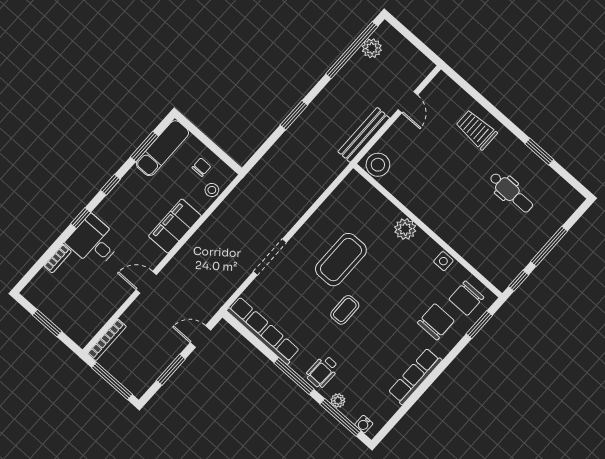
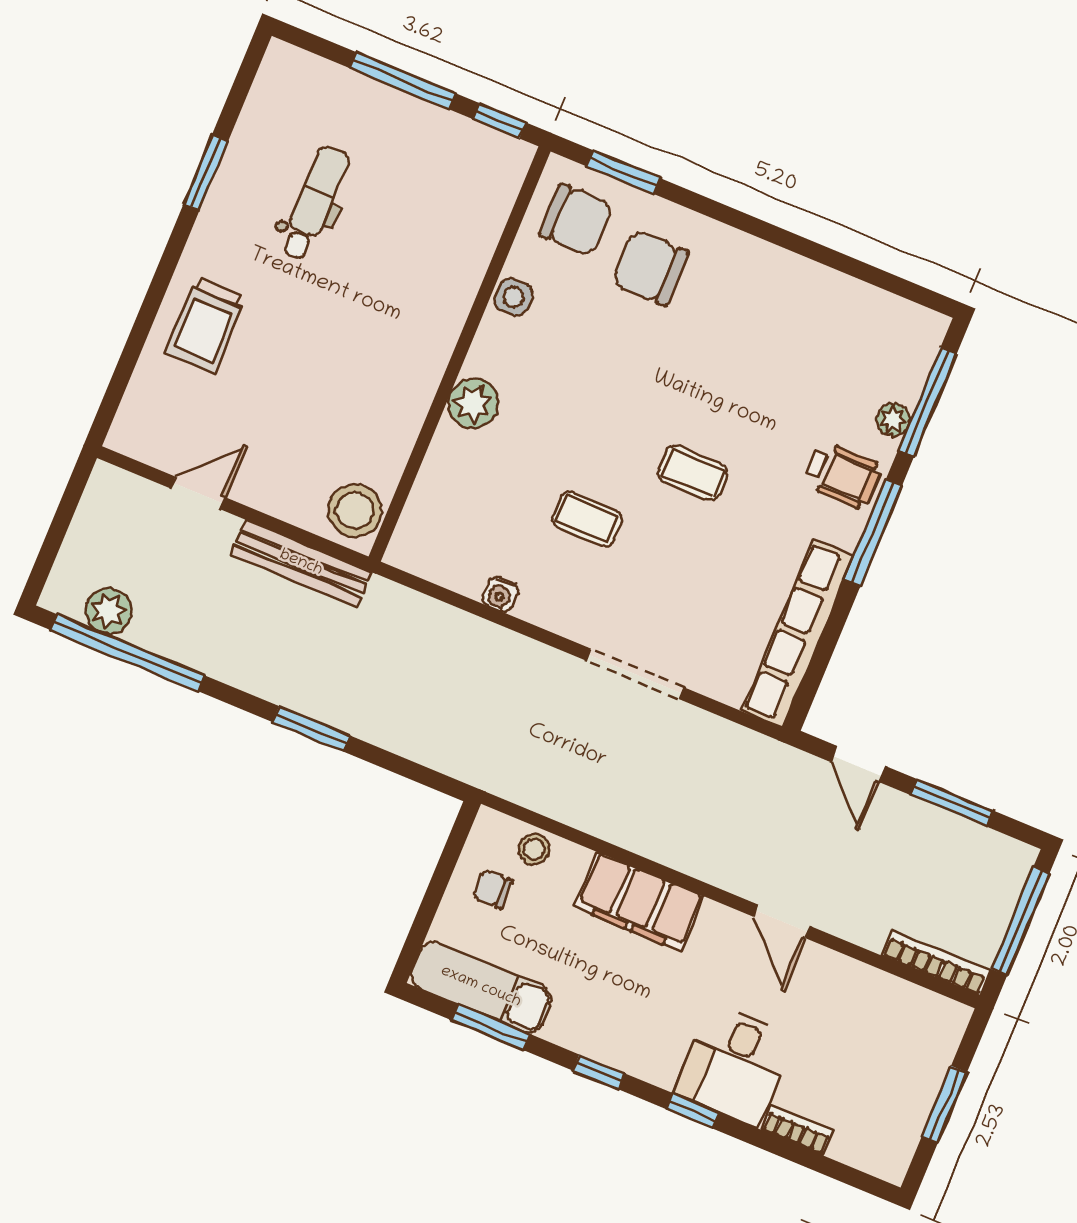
coffee table: (341, 260) -> (587, 519), width x0.54, depth x0.58
row of seats: (415, 376) -> (783, 272), removed
water cooler: (364, 424) -> (500, 594), moved, turned 90

